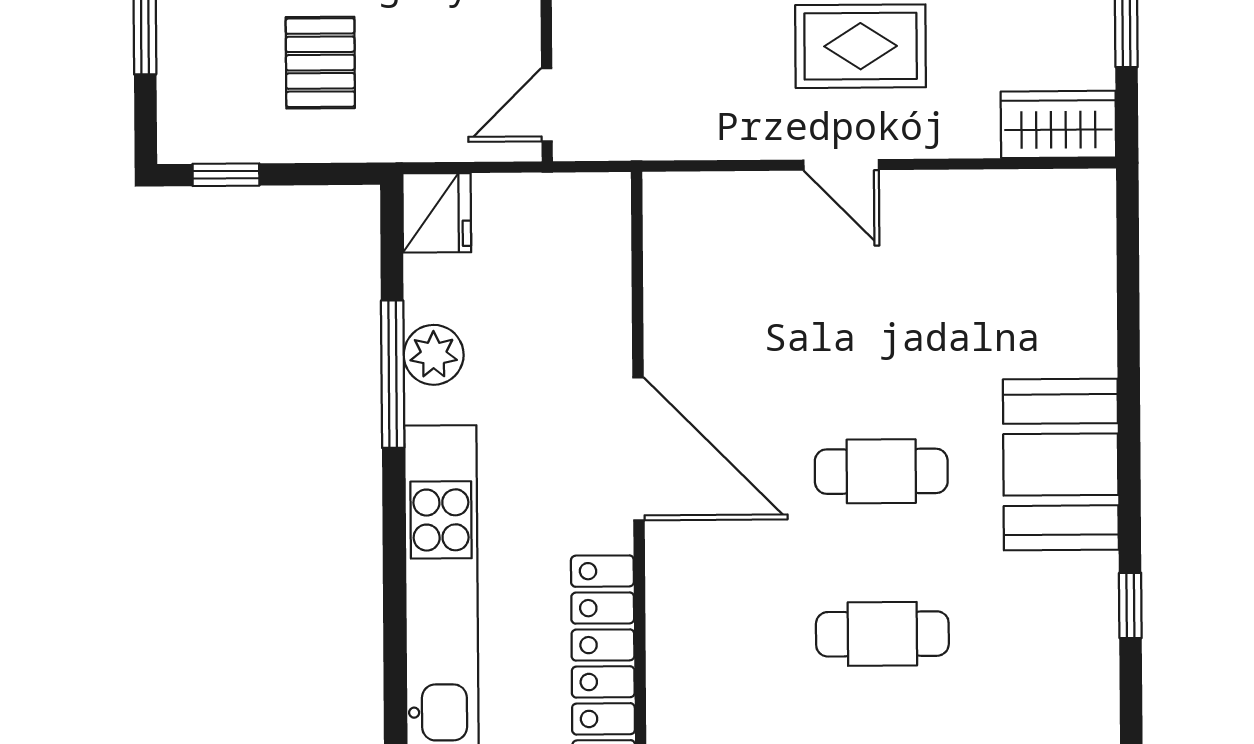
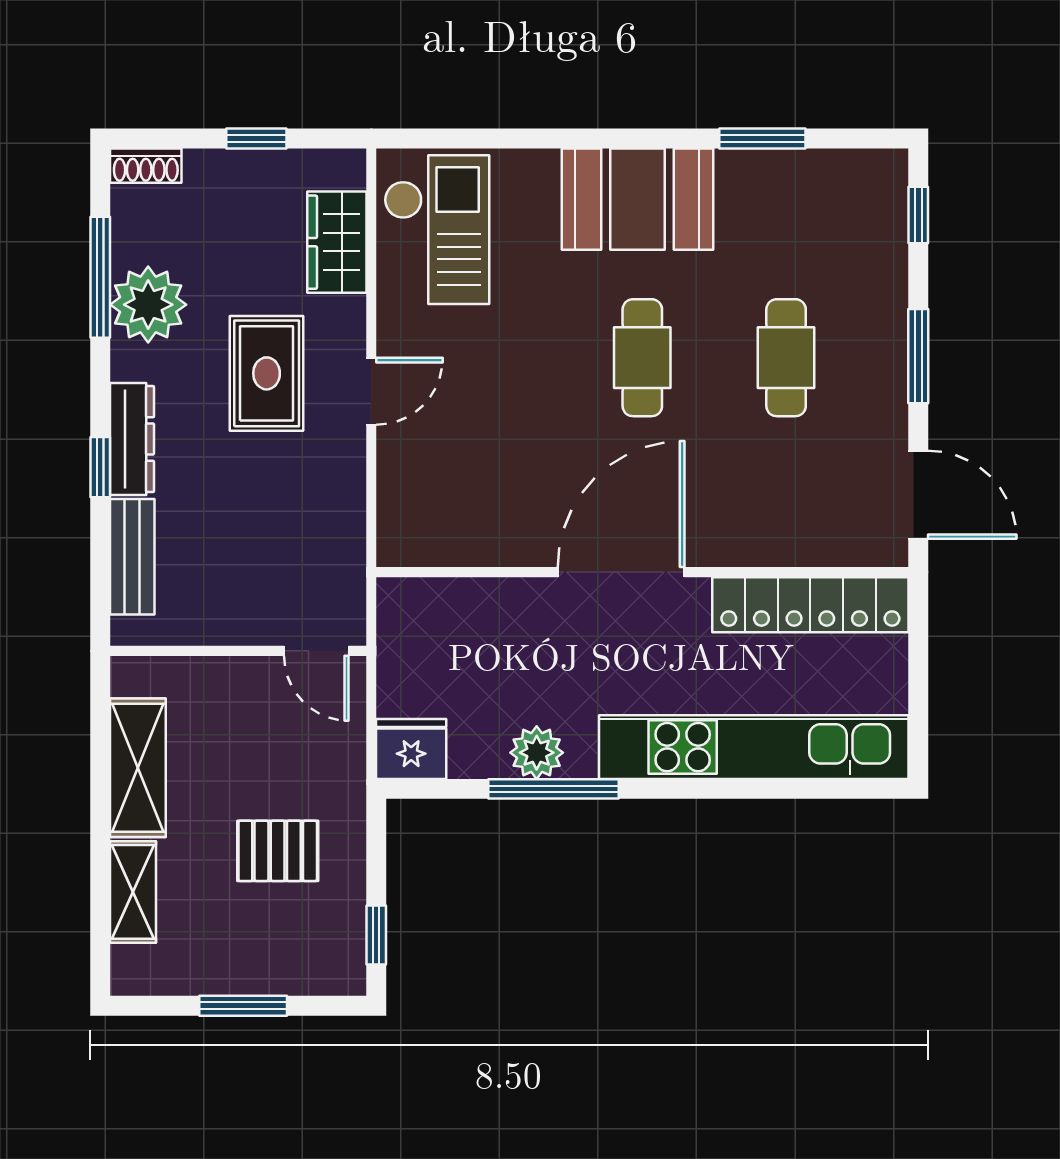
wardrobe: (1058, 124) -> (337, 242), moved
checkout: (1024, 238) -> (437, 230), added
window: (1130, 606) -> (762, 138), width x1.50

